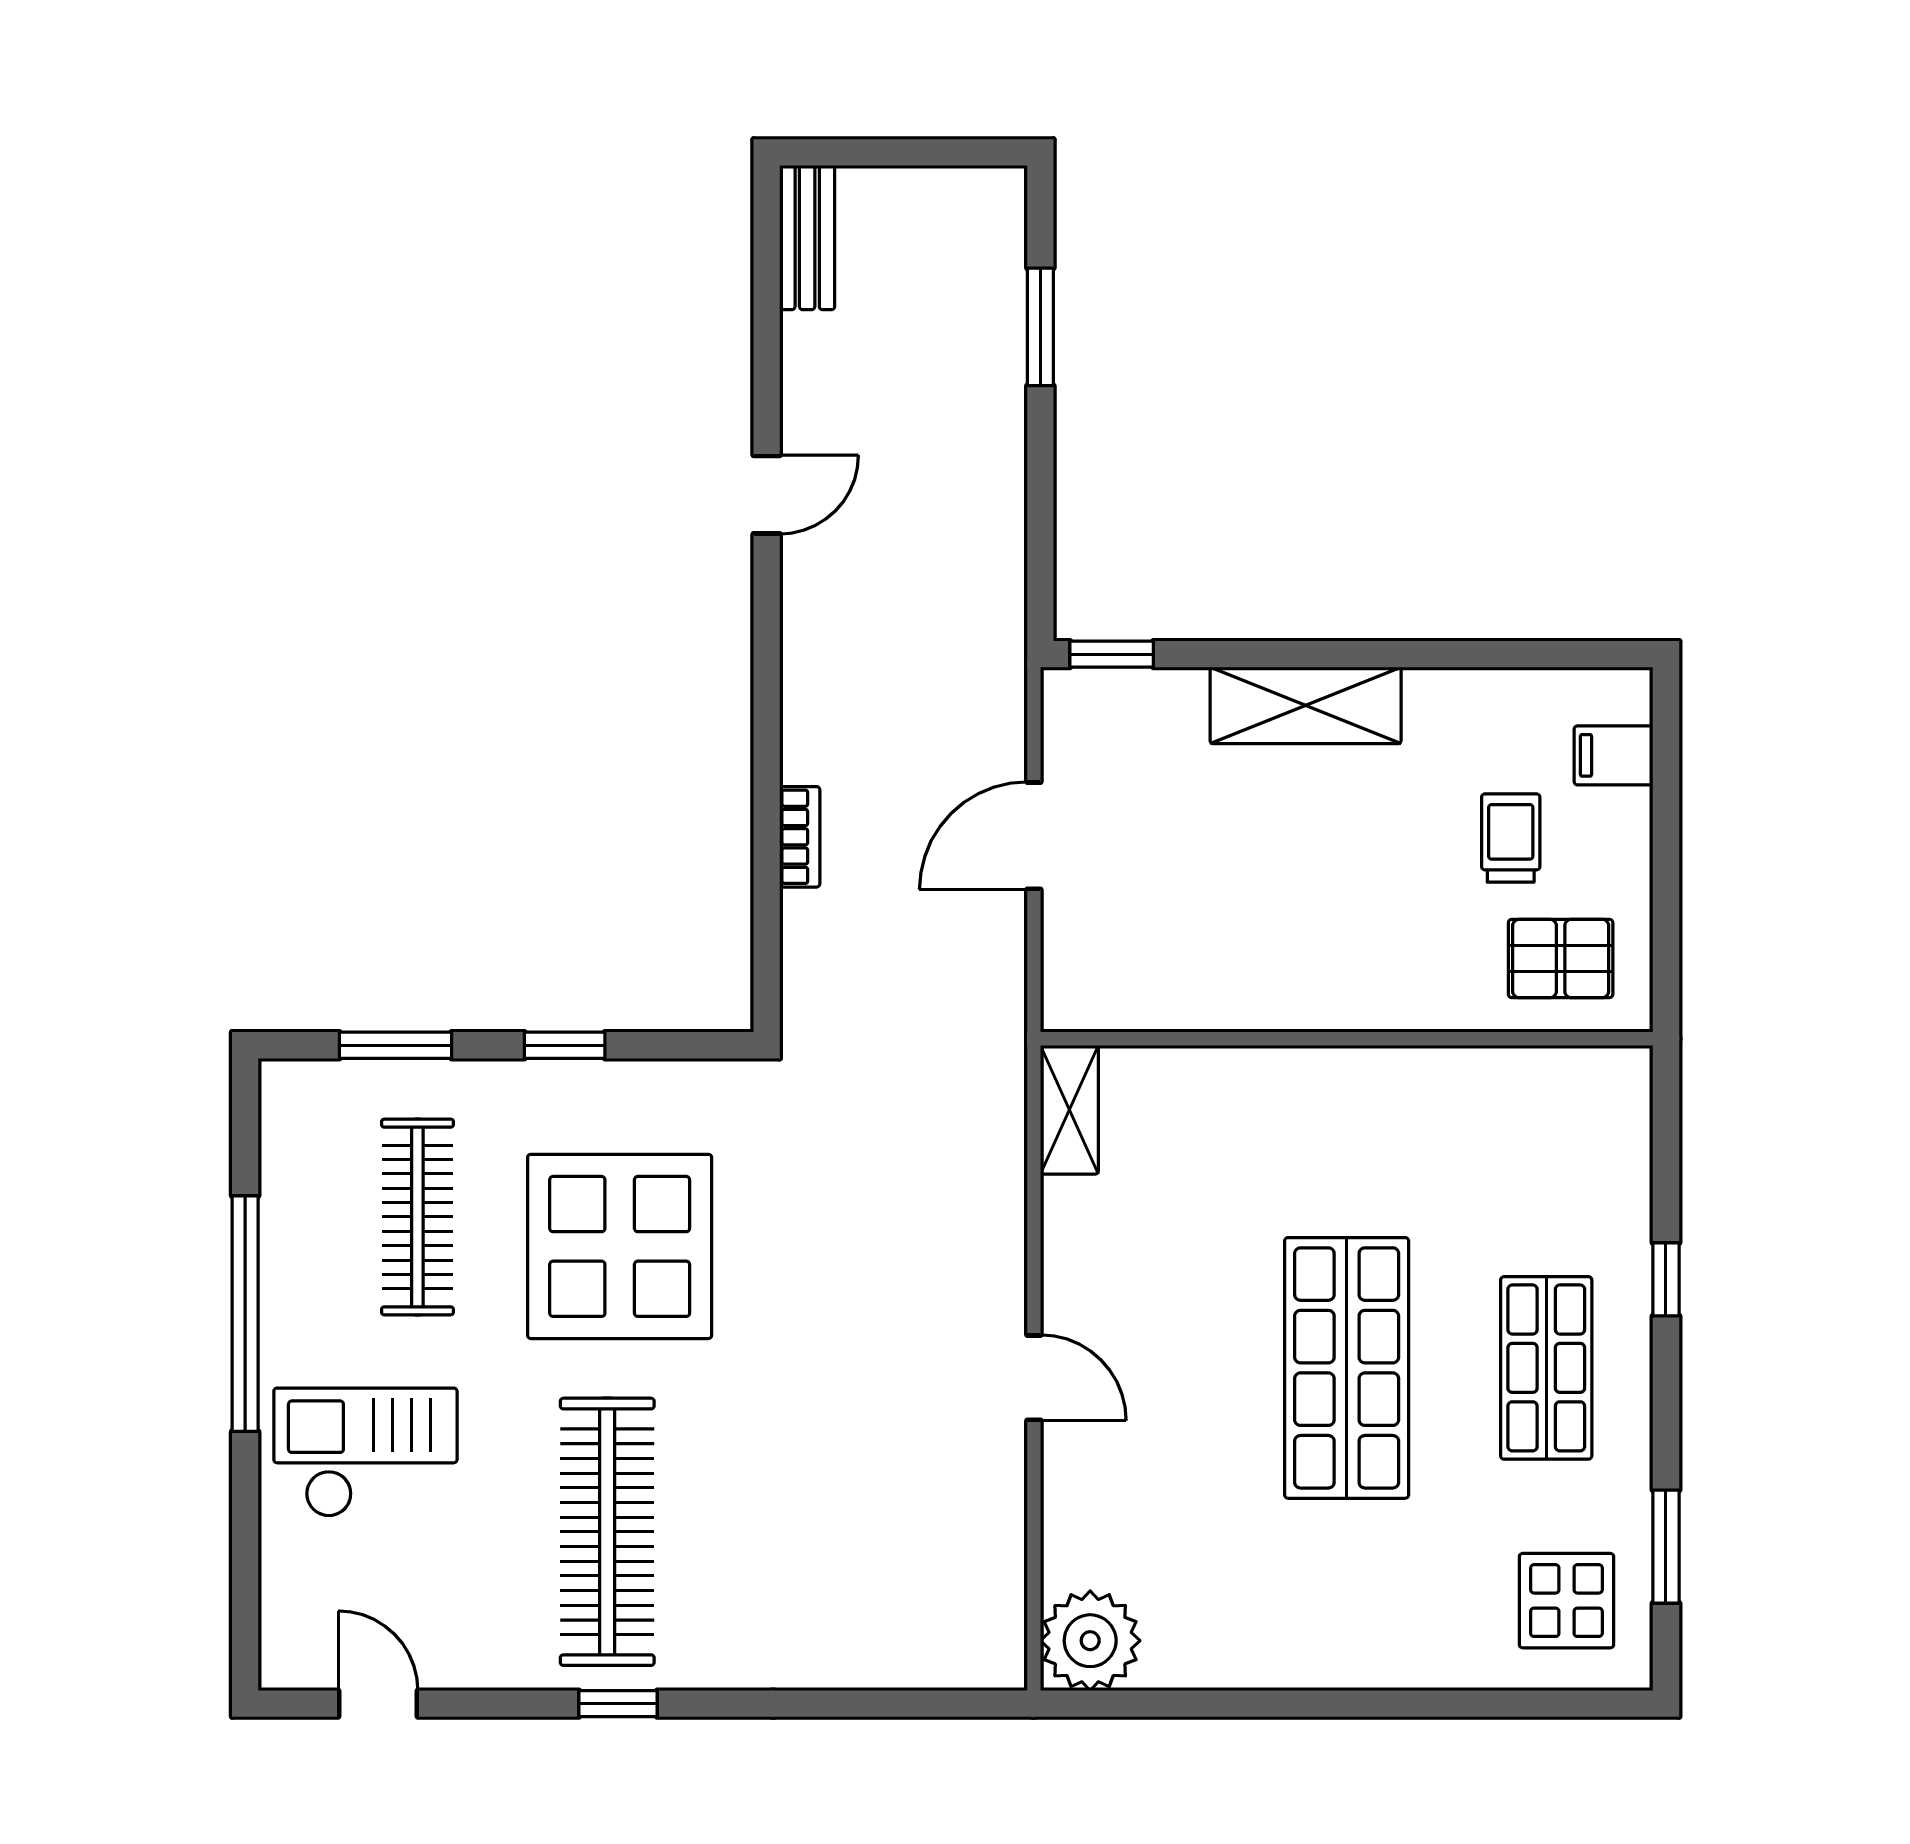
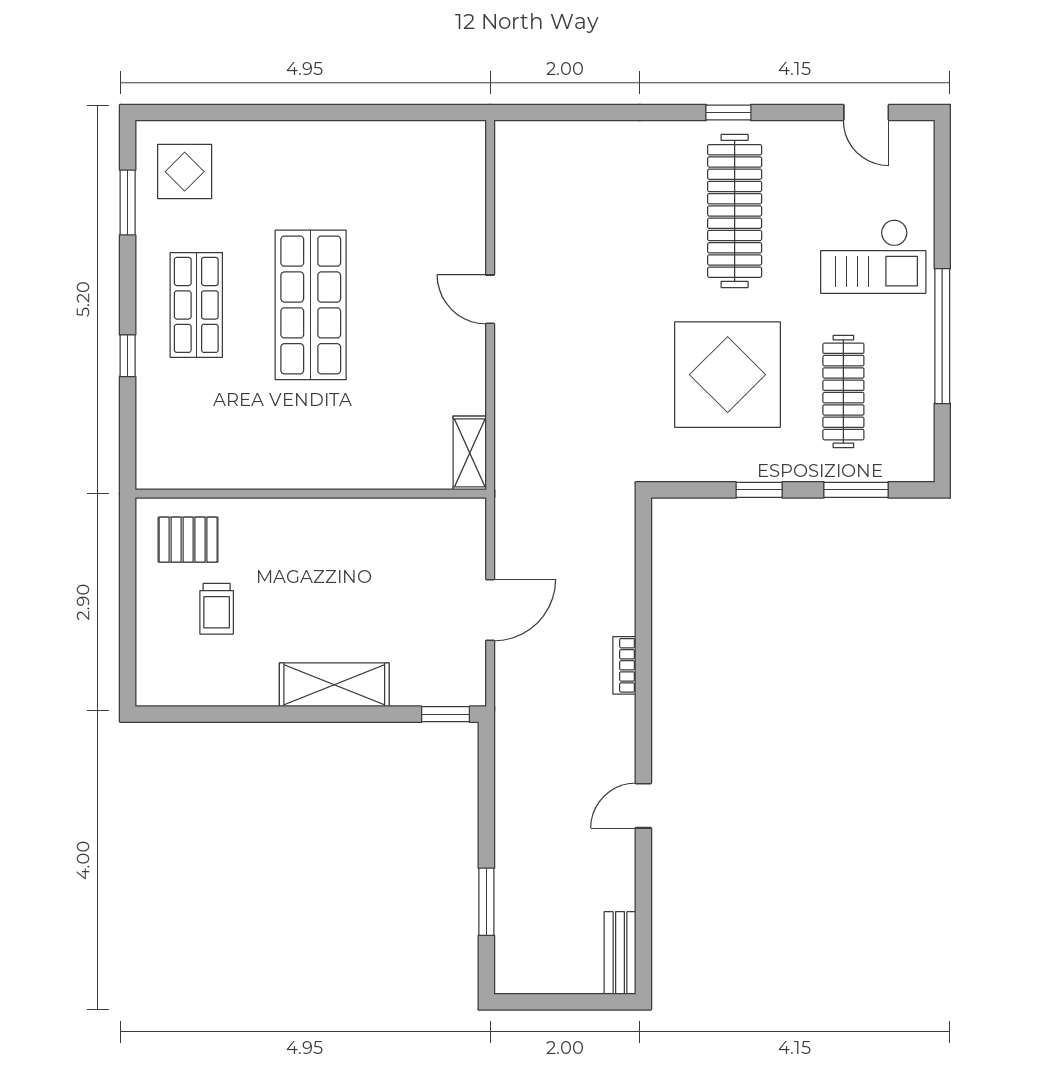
filing cabinet: (1614, 755) -> (158, 656), removed
bookcase: (800, 837) -> (624, 665), moved
plant: (1090, 1641) -> (458, 149), removed

